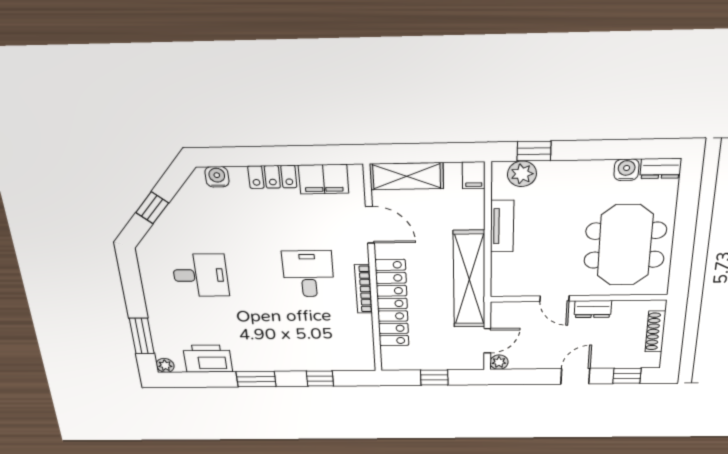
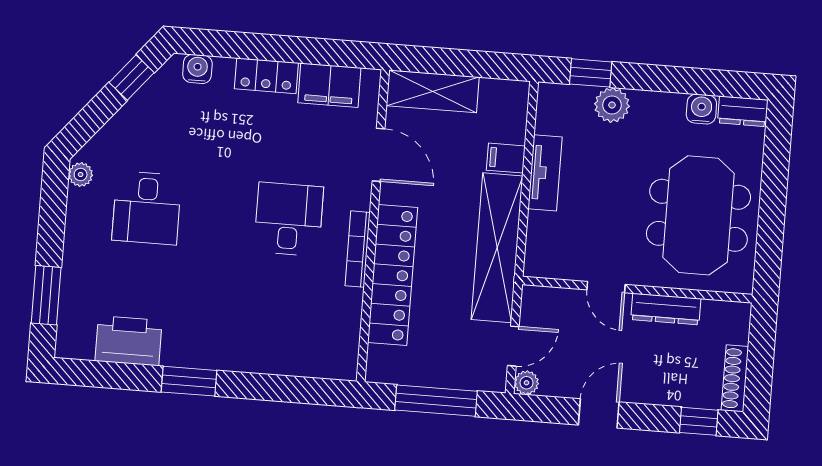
plant: (522, 174) -> (612, 105), moved
filing cabinet: (474, 175) -> (506, 158), moved, turned 90
window: (152, 208) -> (132, 78), moved
desk: (200, 275) -> (147, 208), turned 90
dresser: (593, 309) -> (666, 309), width x1.44
shoe rack: (655, 331) -> (735, 378), moved
plant: (165, 365) -> (81, 175), moved
door: (575, 376) -> (599, 413), moved
window: (434, 378) -> (436, 401), width x2.17
window: (320, 379) -> (278, 388), removed

